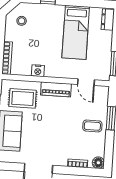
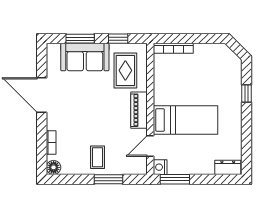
stool: (22, 21) -> (219, 63), removed
bed: (76, 32) -> (185, 120), moved, turned 180
nightstand: (38, 71) -> (160, 167), moved

